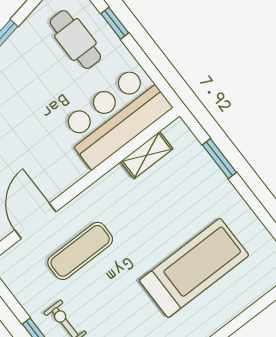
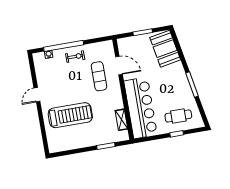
bar counter: (115, 117) -> (141, 108), width x1.36
treadmill: (194, 268) -> (70, 115), turned -90

